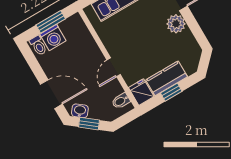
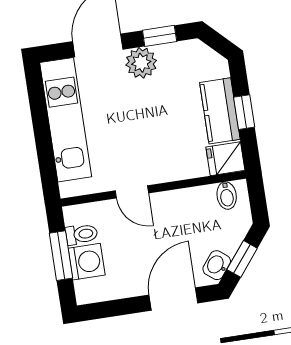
window: (195, 28) -> (160, 36), added
toilet: (38, 46) -> (82, 234), moved
door: (114, 67) -> (132, 192), moved

